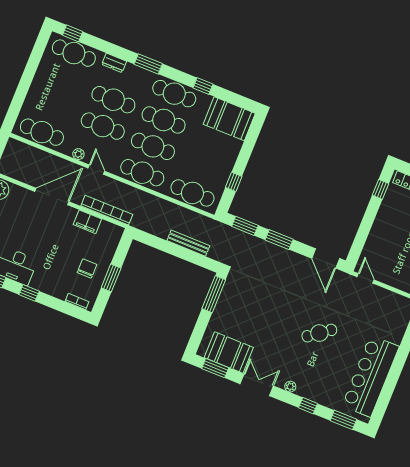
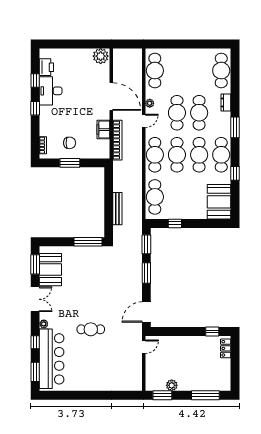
window: (73, 33) -> (235, 64), removed
cafe table: (319, 333) -> (91, 329), turned -53
bar counter: (371, 376) -> (52, 359), moved, turned 90

